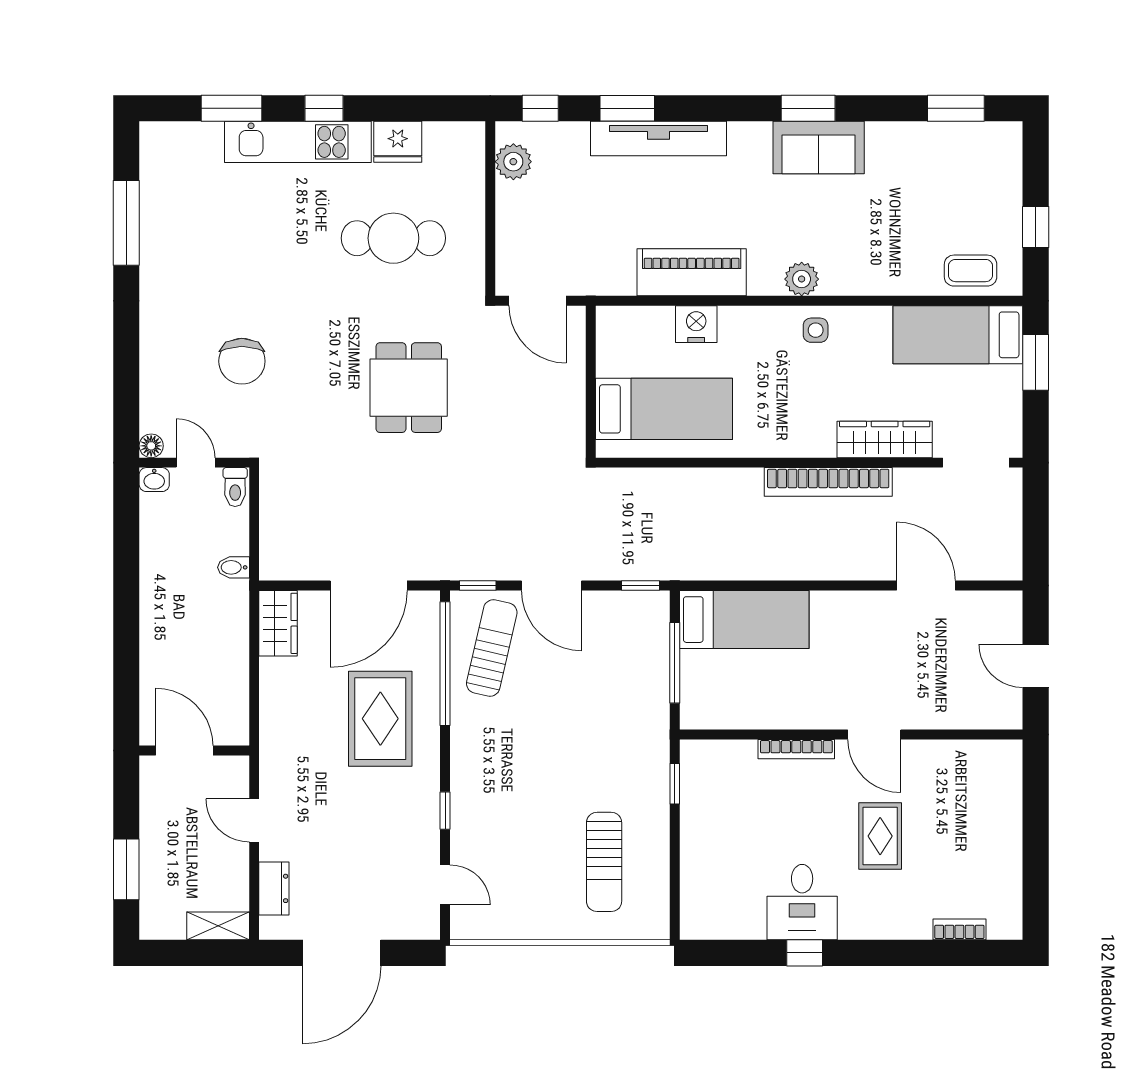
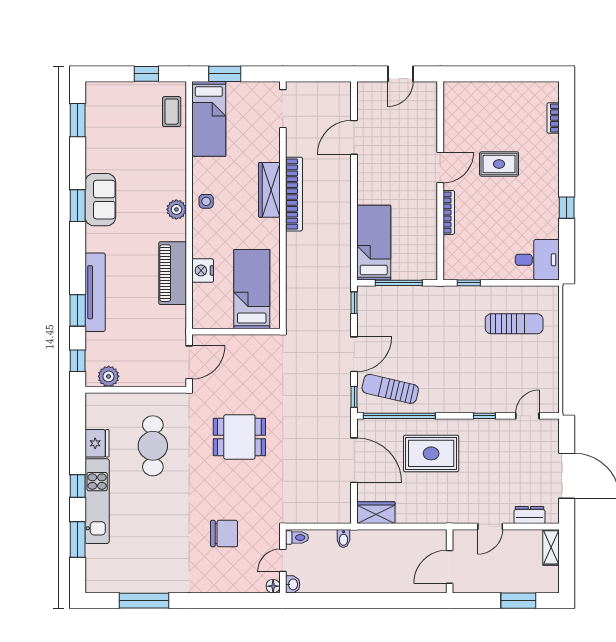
wardrobe: (885, 439) -> (269, 190), moved
desk: (802, 902) -> (537, 260), moved

